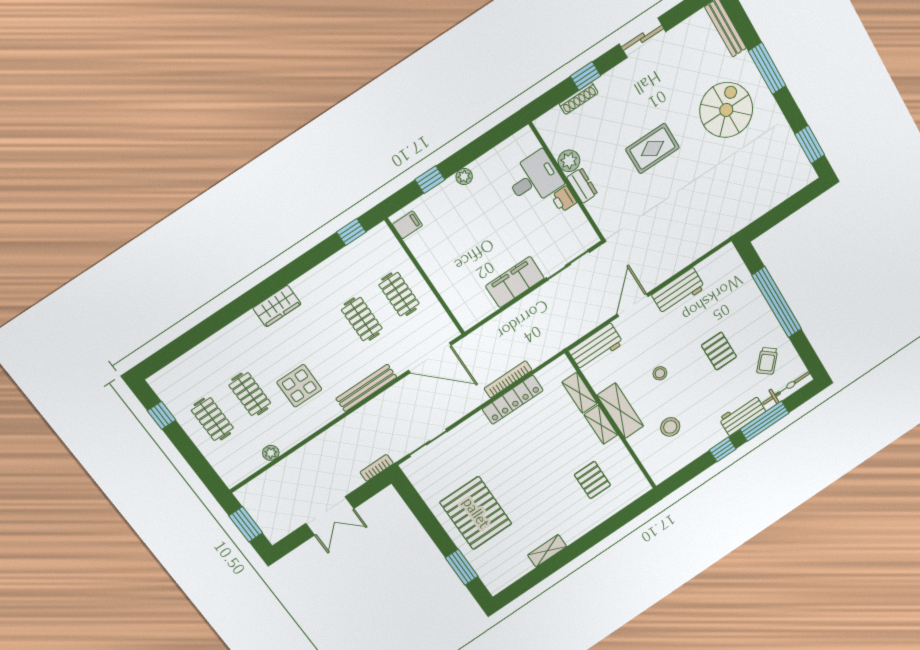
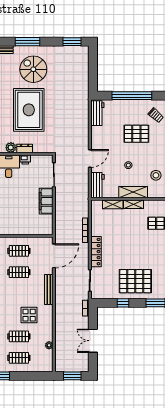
rug: (652, 149) -> (29, 110), width x1.86, depth x2.06
workbench: (678, 291) -> (97, 113), moved
door: (633, 305) -> (90, 158), swing flipped
pallet: (719, 351) -> (136, 134), width x1.50, depth x1.42
locker: (513, 400) -> (96, 252), moved
double door: (330, 516) -> (93, 341), swing flipped
window: (427, 519) -> (123, 303), added

